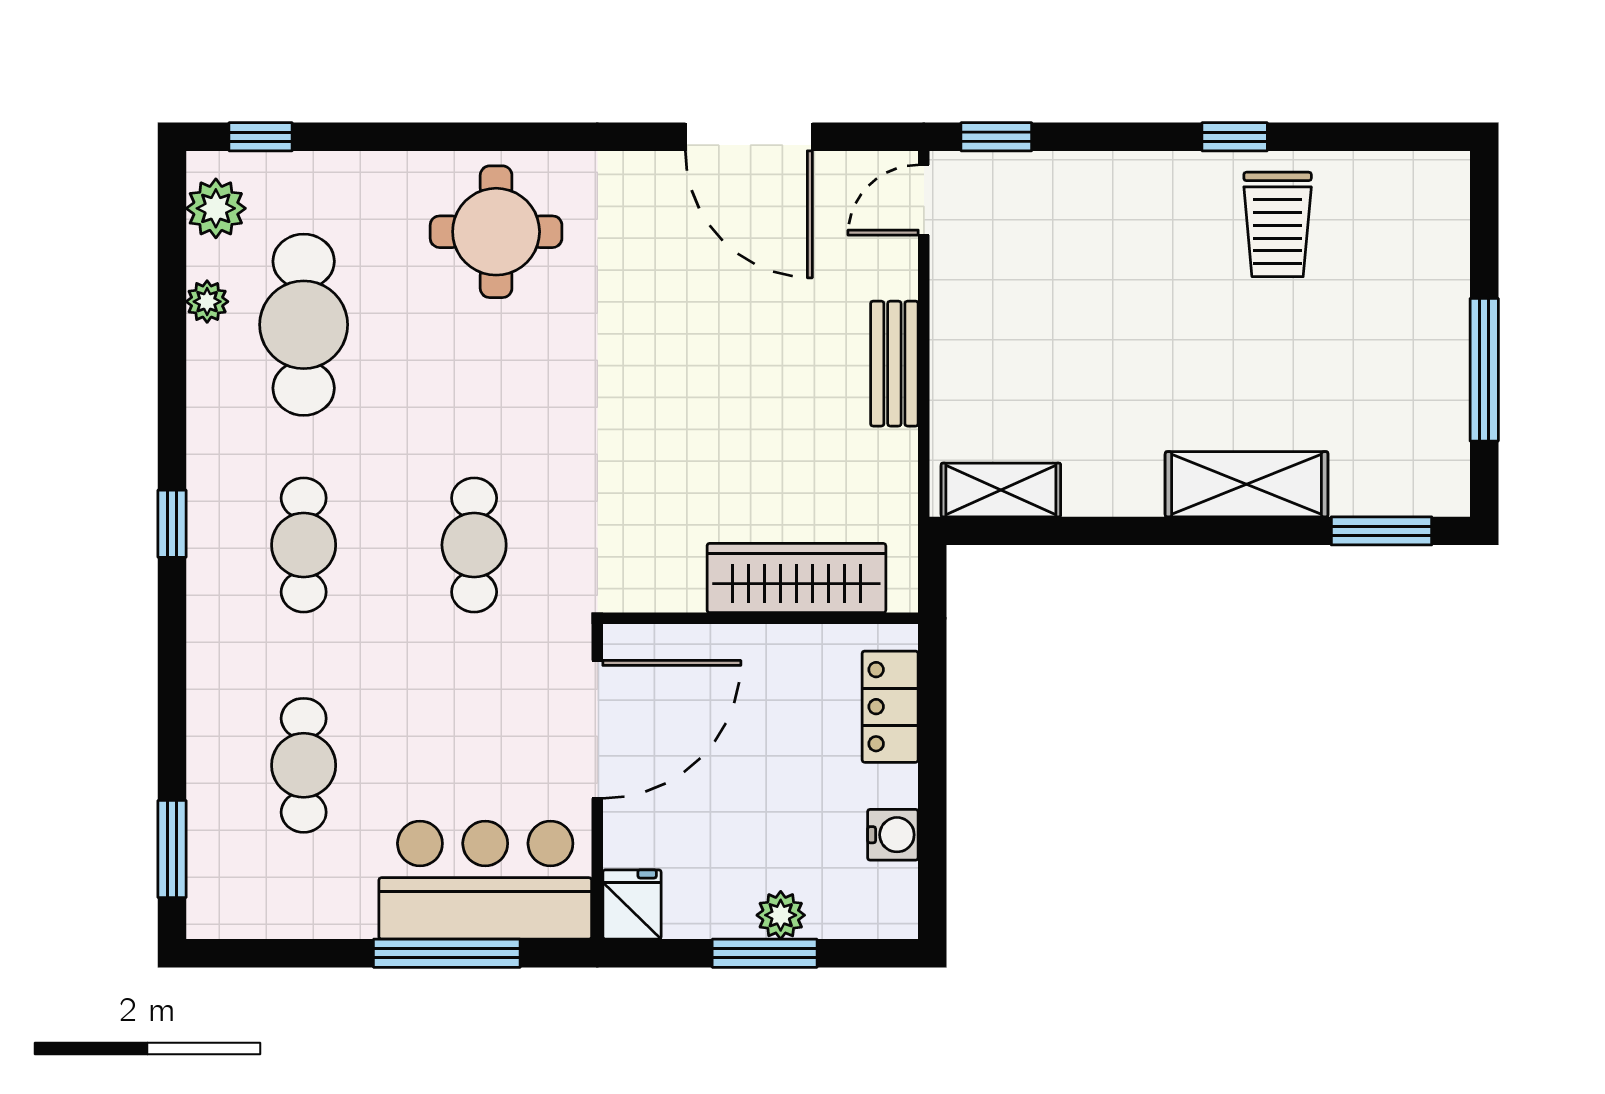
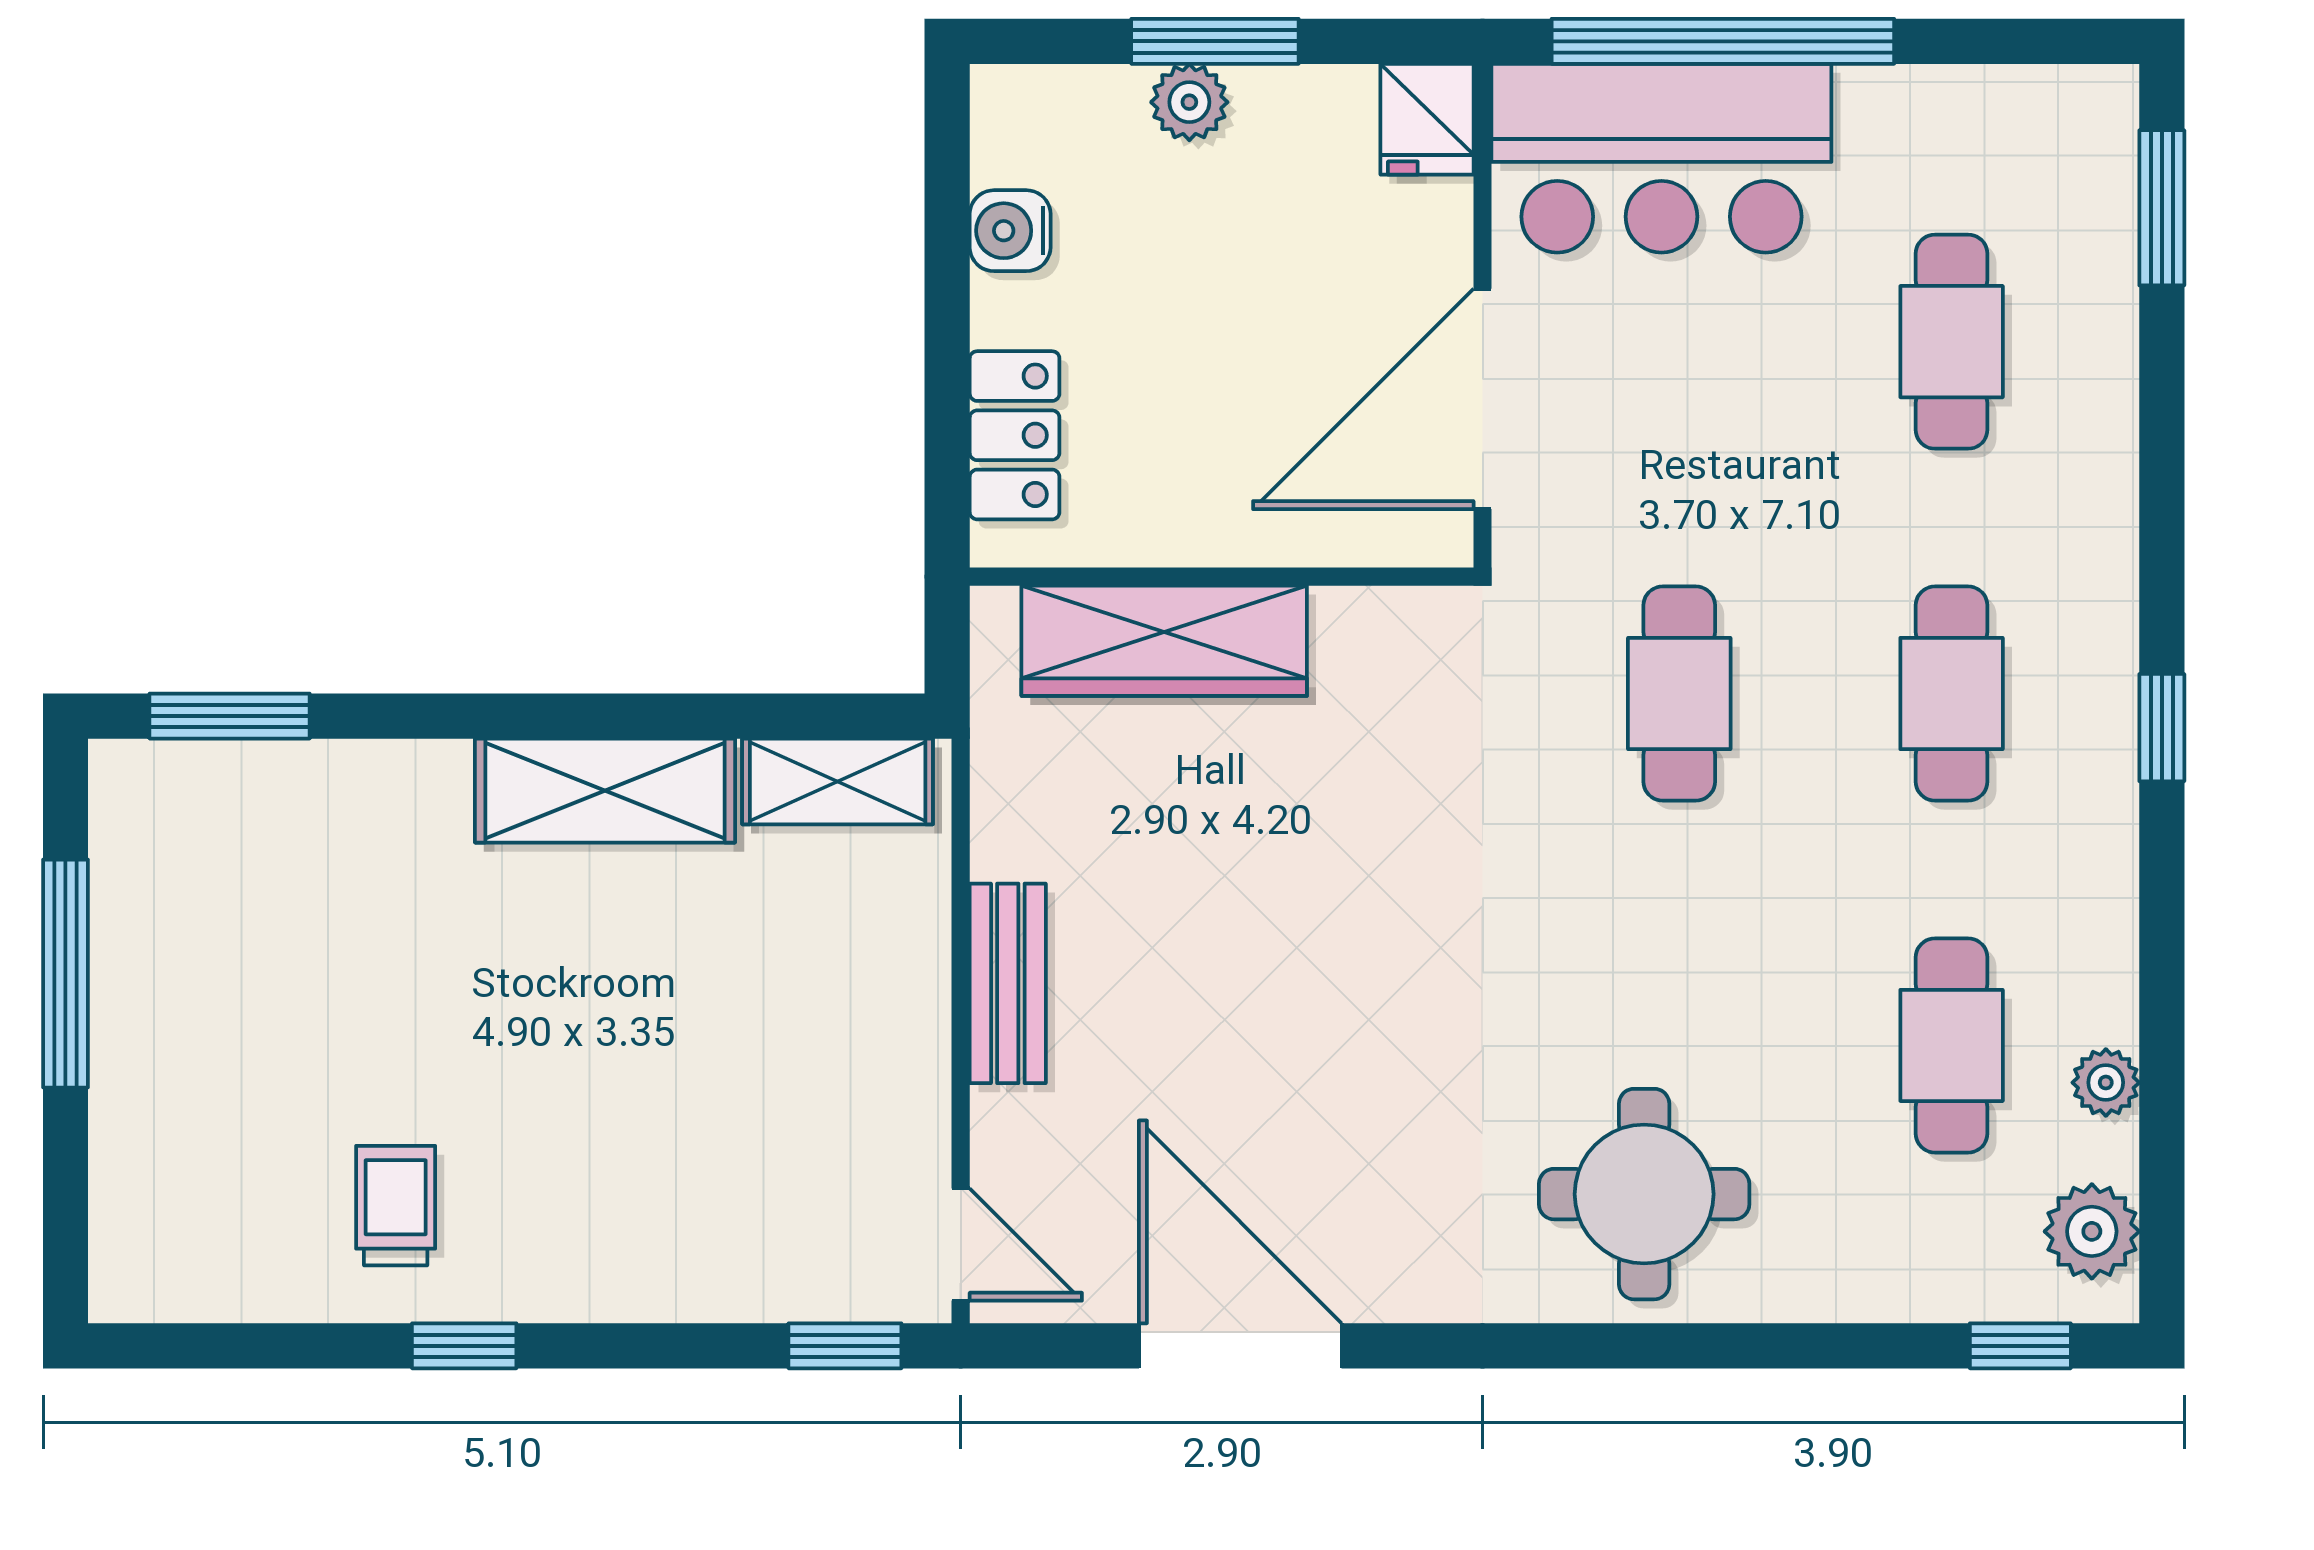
door: (924, 200) -> (961, 1245), hinge flipped
trolley: (1278, 224) -> (396, 1206), width x0.73, depth x0.72
cafe table: (304, 325) -> (1952, 1045), width x0.73, depth x0.74
shelving: (1247, 484) -> (605, 791), moved
window: (447, 953) -> (1723, 41), width x1.46

